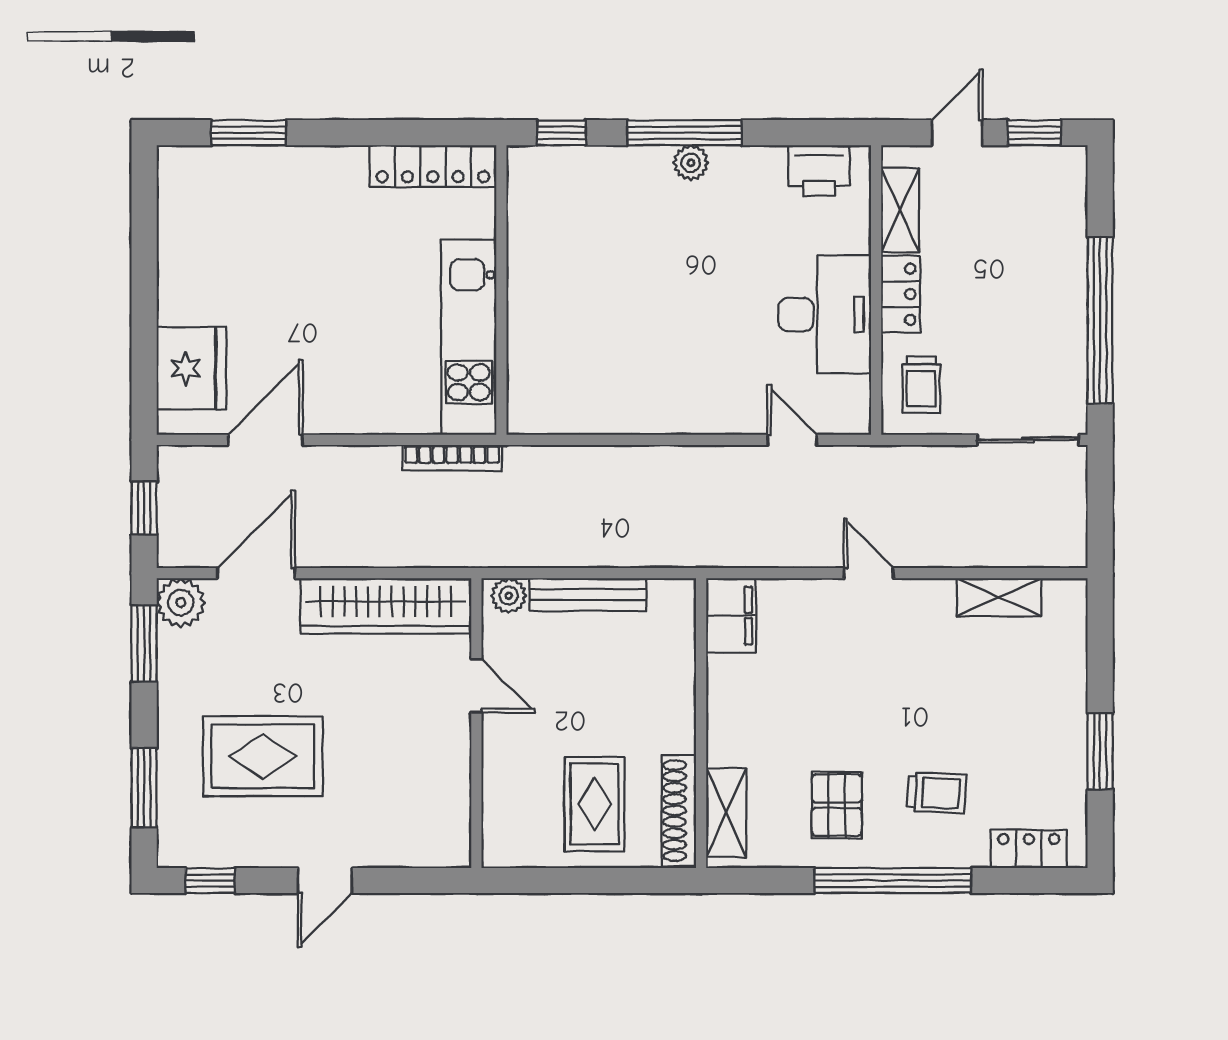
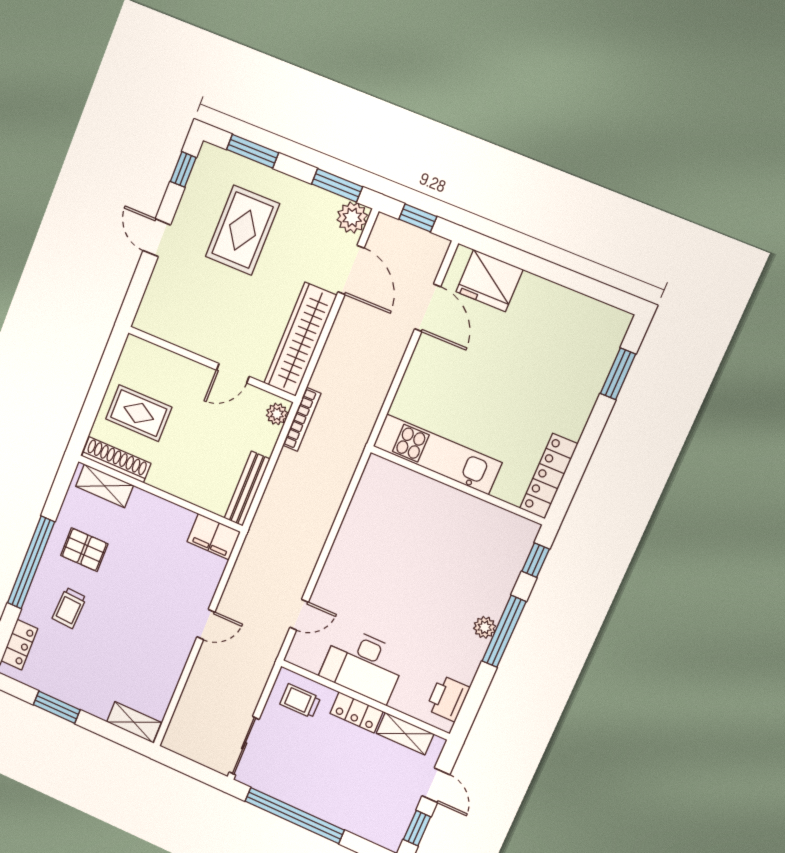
bookcase: (452, 458) -> (302, 419), moved, turned 180
bench: (588, 595) -> (247, 489), moved
shelving: (999, 597) -> (134, 722), moved, turned 90

